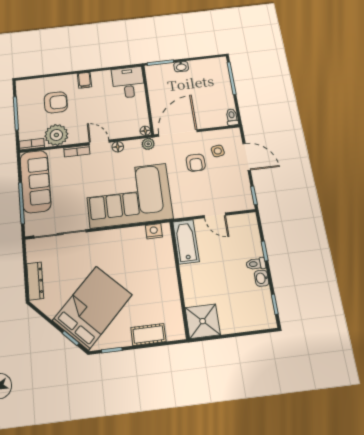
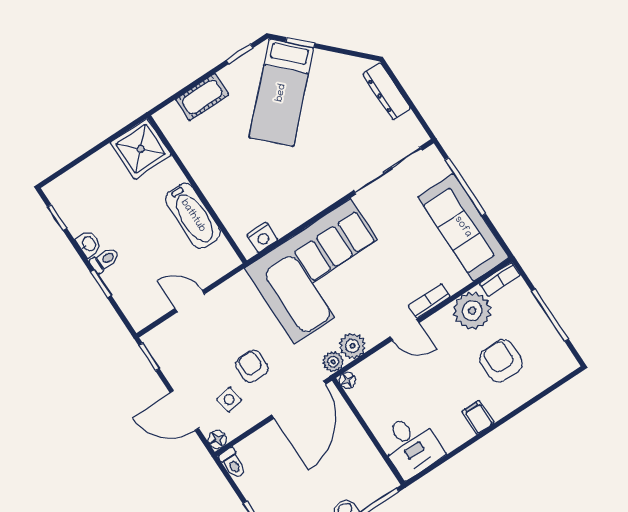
armchair: (56, 102) -> (501, 361), turned 90
floor lamp: (118, 147) -> (217, 440), moved
plant: (133, 147) -> (352, 346), added
bathtub: (186, 242) -> (193, 216), moved
bed: (92, 308) -> (281, 93), width x0.67

